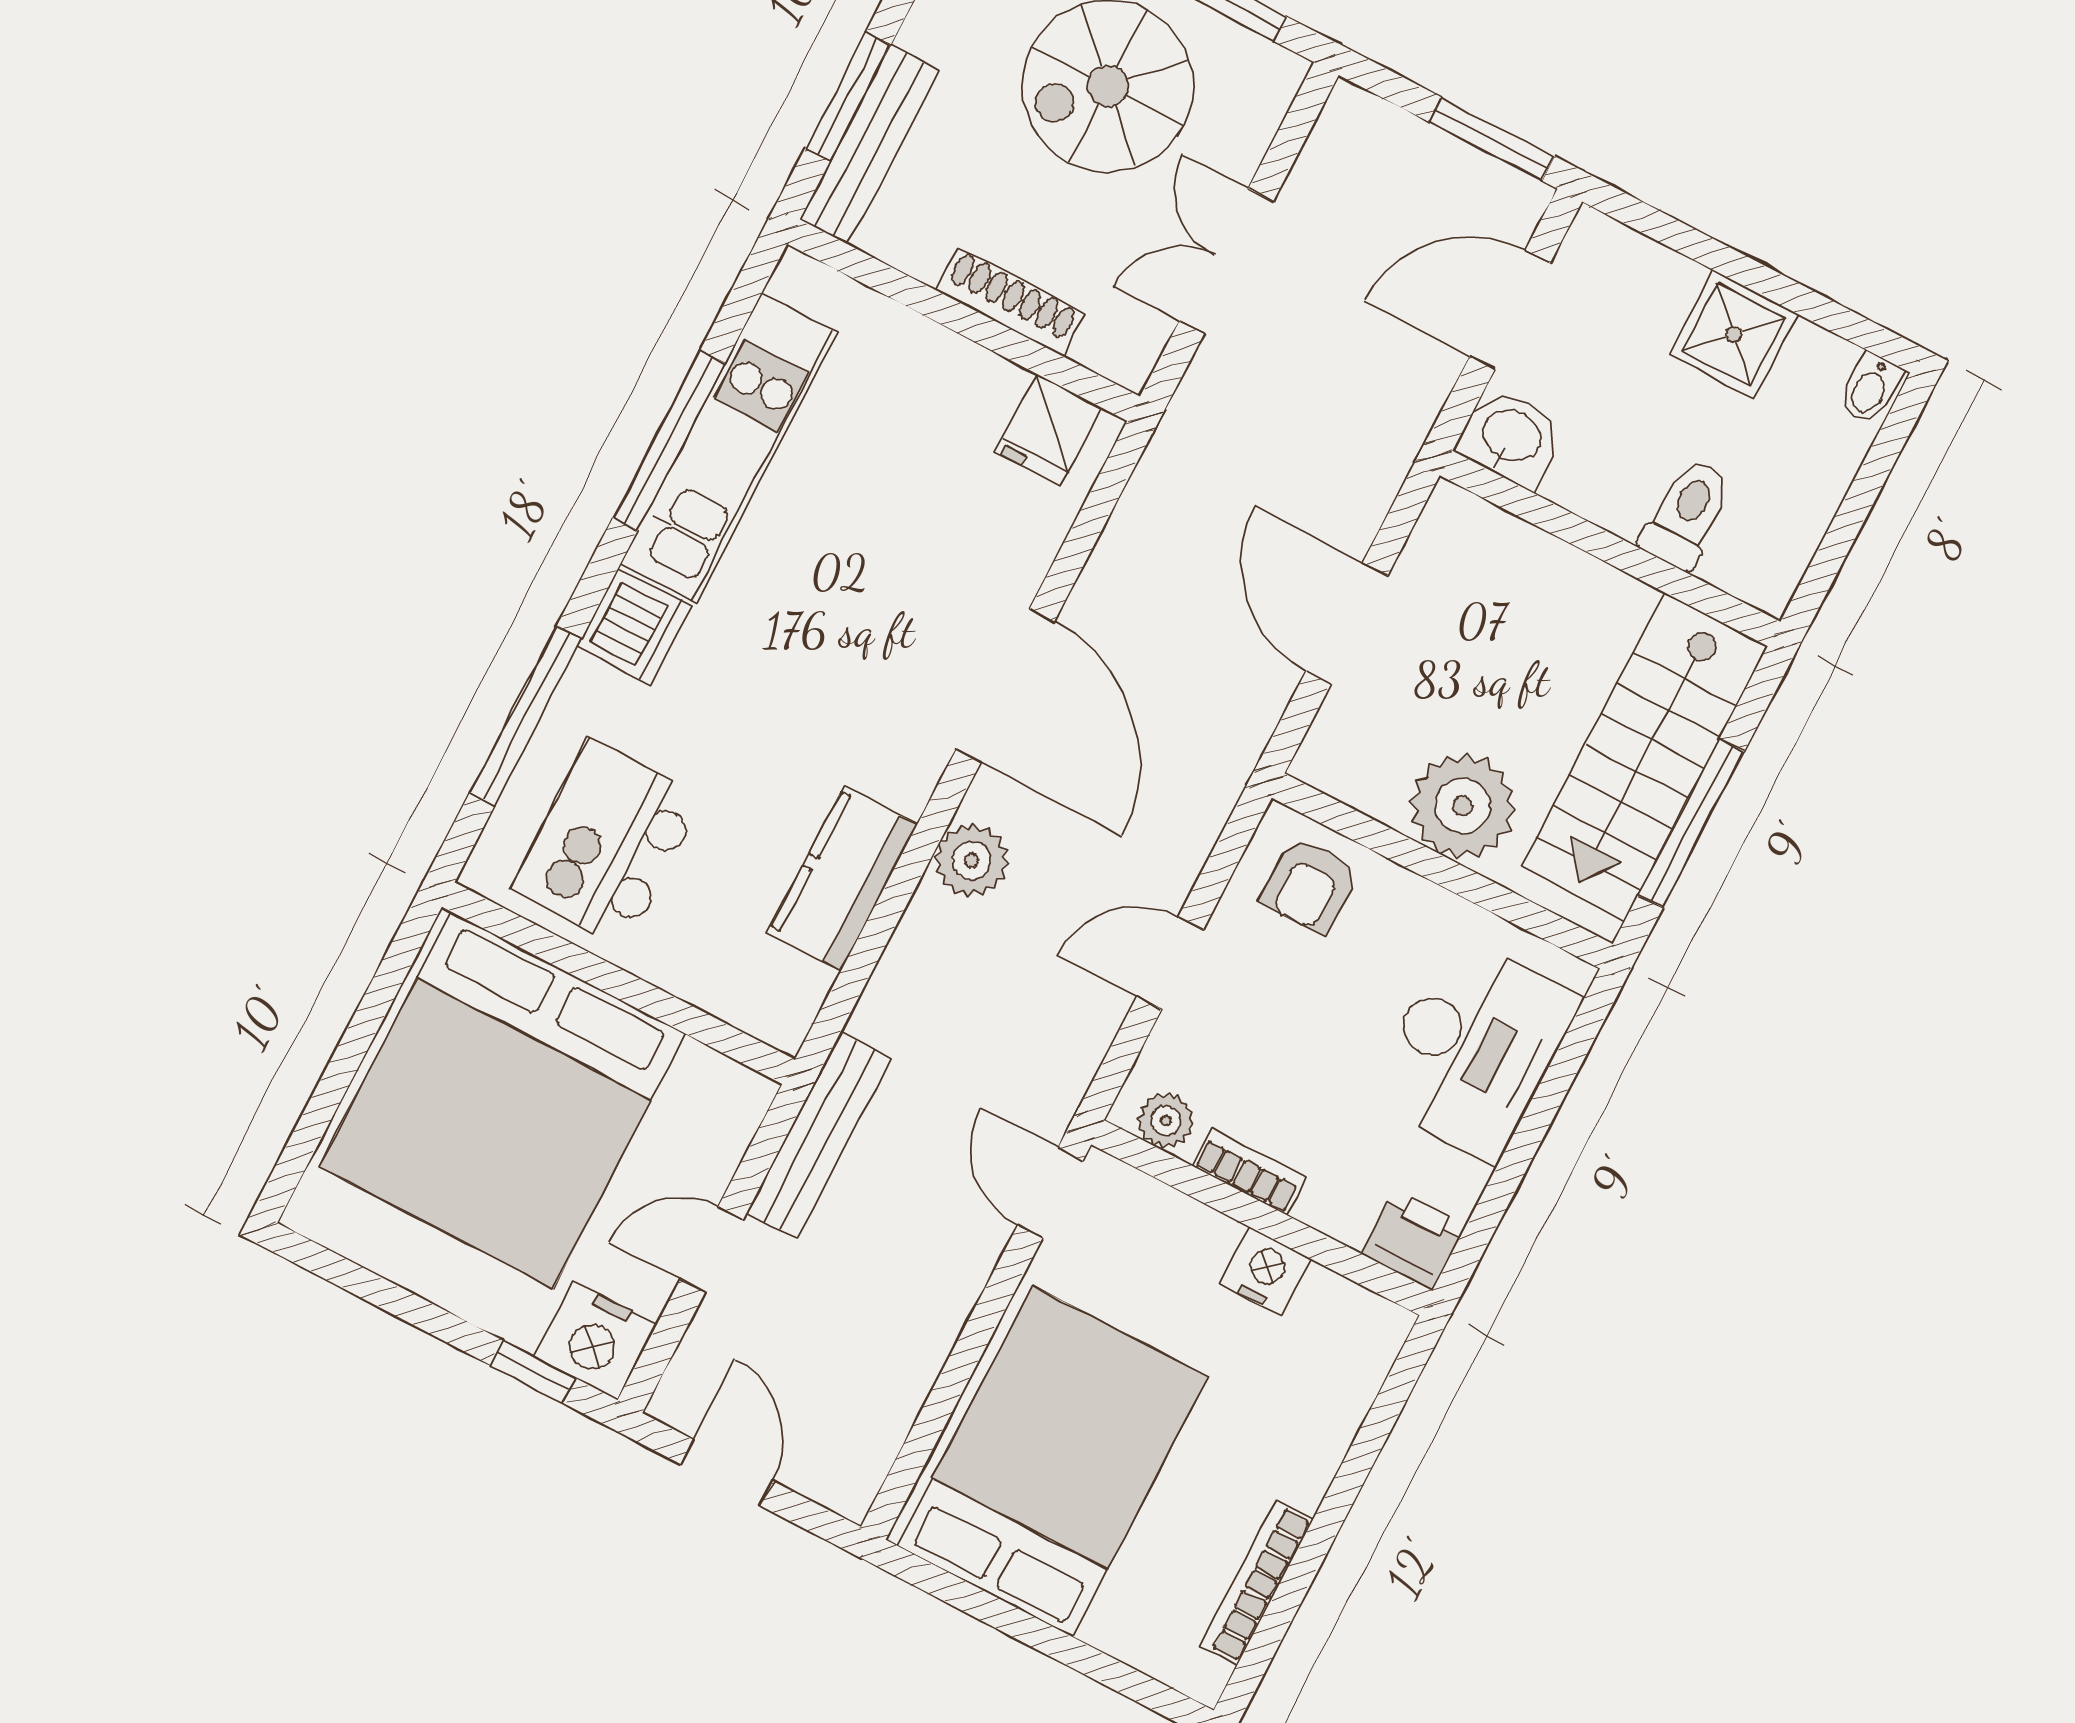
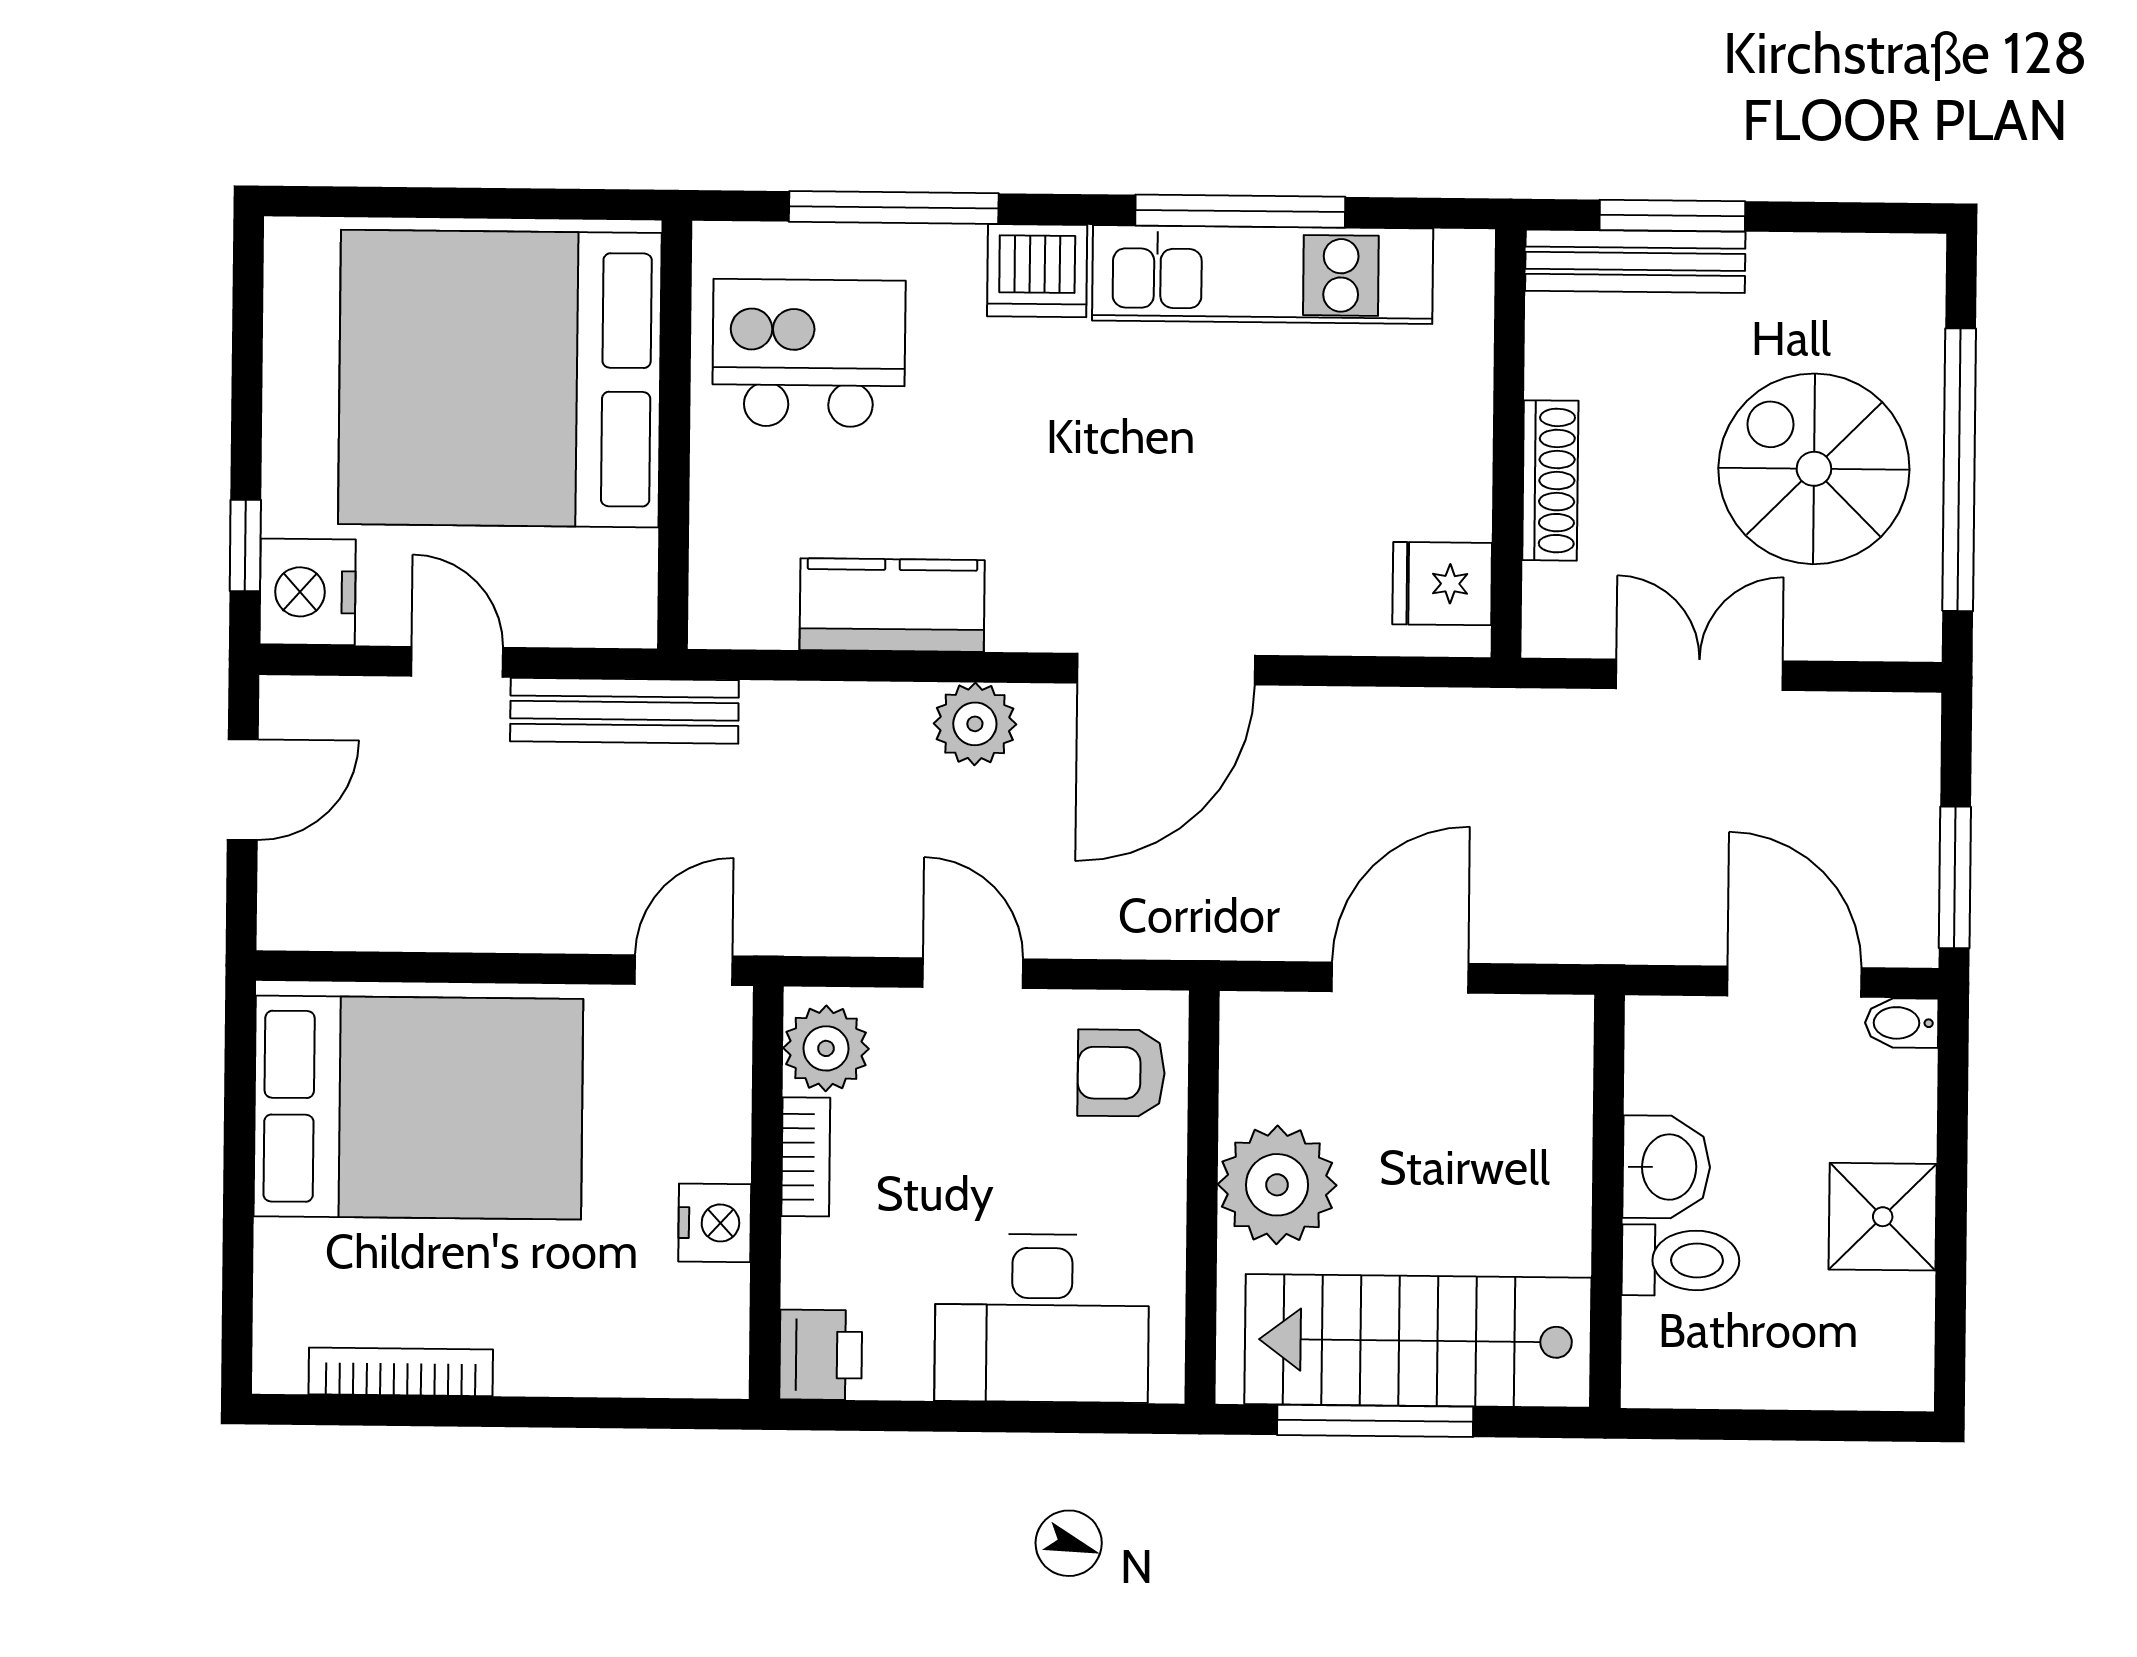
bidet: (1870, 388) -> (1902, 1023), moved
washbasin: (1511, 438) -> (1666, 1167), moved
plant: (1166, 1121) -> (826, 1048), width x1.38, depth x1.38

